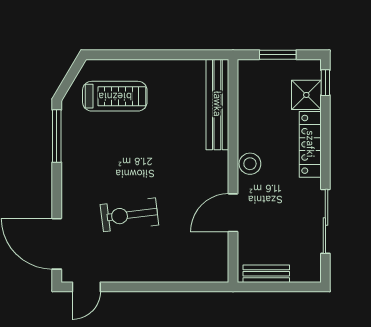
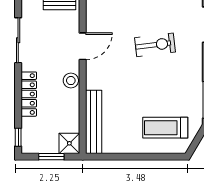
shower: (306, 95) -> (69, 143), moved

